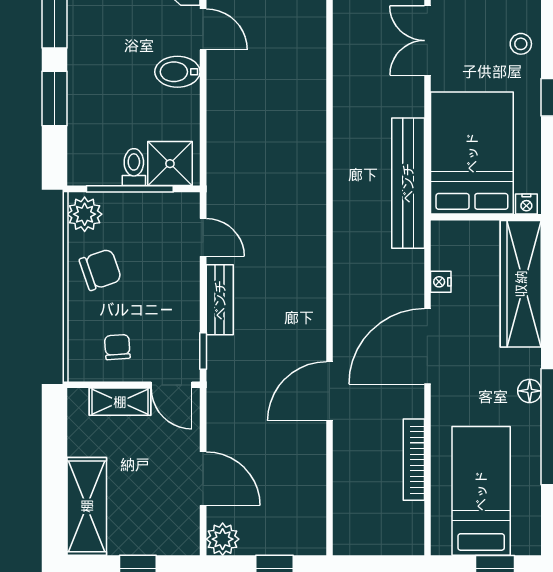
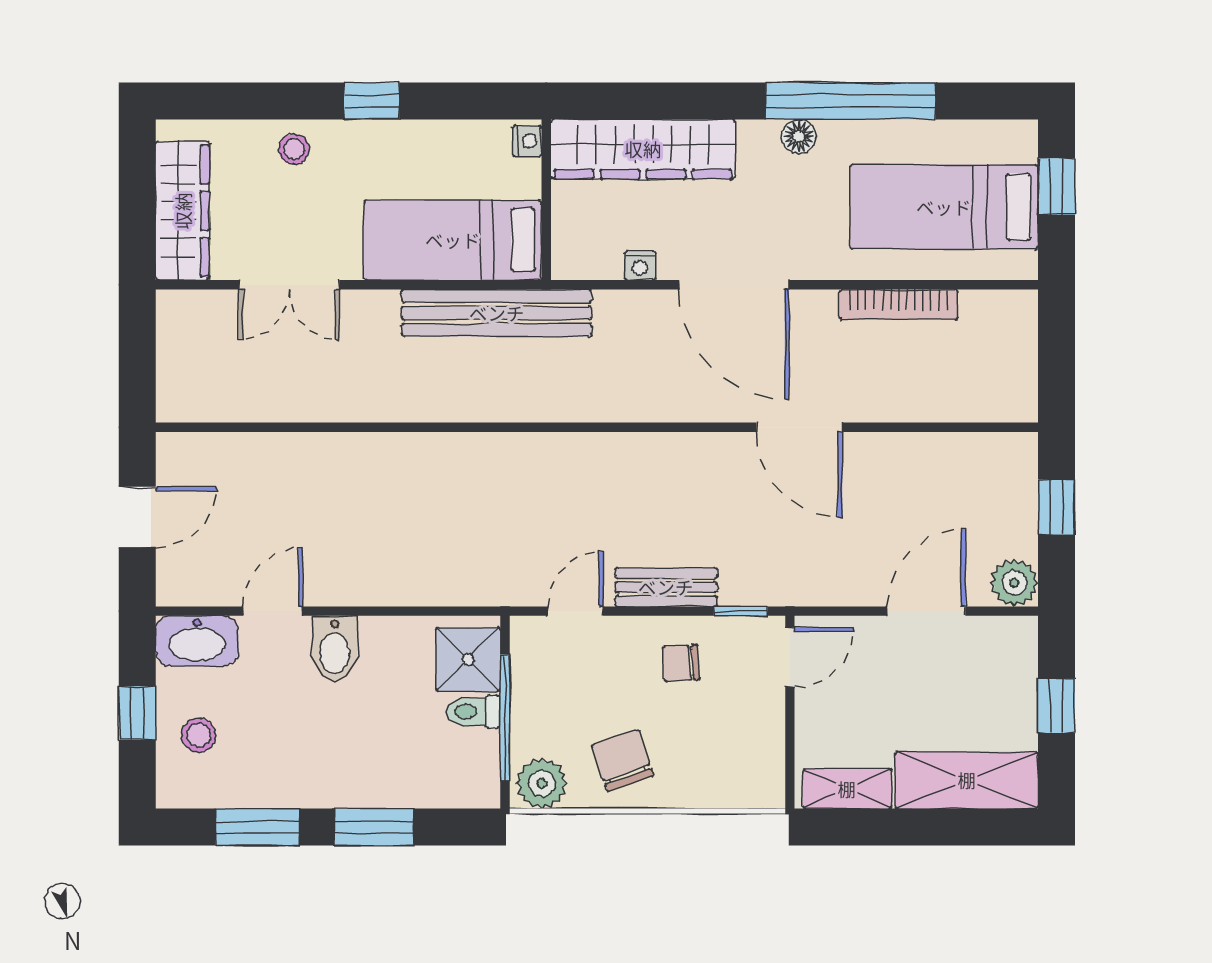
bed: (472, 153) -> (453, 240), width x0.67
chair: (117, 347) -> (681, 663), moved
shelving: (120, 402) -> (847, 789), moved, turned 90

